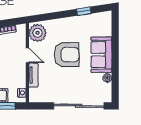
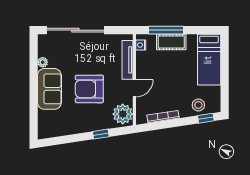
window: (84, 11) -> (101, 134), moved
door: (27, 55) -> (134, 88), swing flipped
tv unit: (33, 75) -> (127, 60), width x1.41

